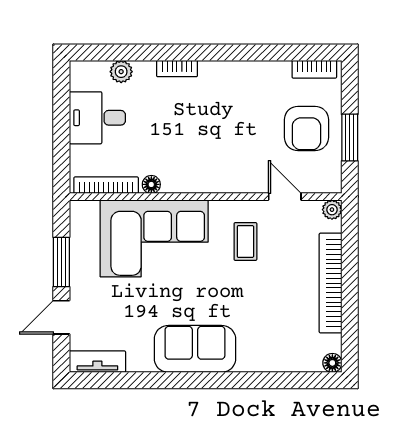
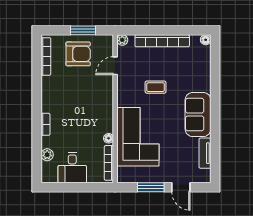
bookcase: (314, 69) -> (46, 56), width x1.56
coffee table: (245, 241) -> (156, 87), moved
tv unit: (97, 362) -> (205, 153), moved

